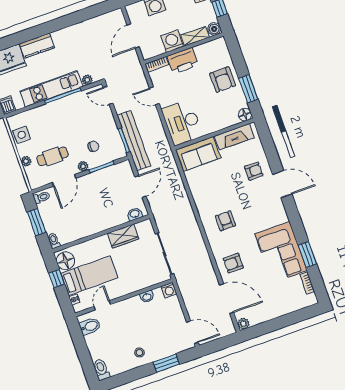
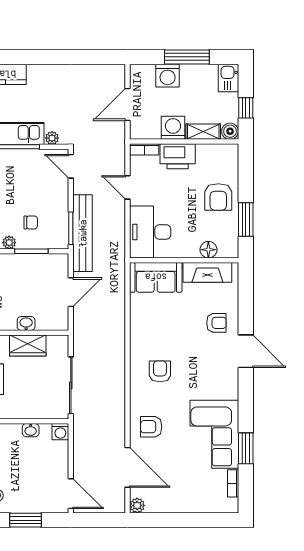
floor lamp: (245, 115) -> (208, 250), moved
washbasin: (135, 214) -> (26, 324), moved

